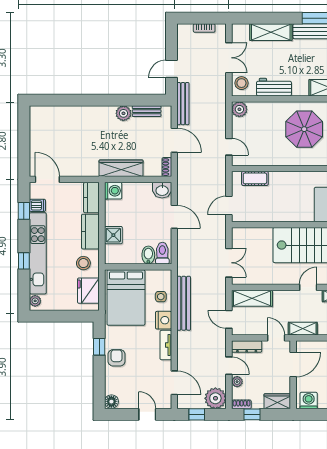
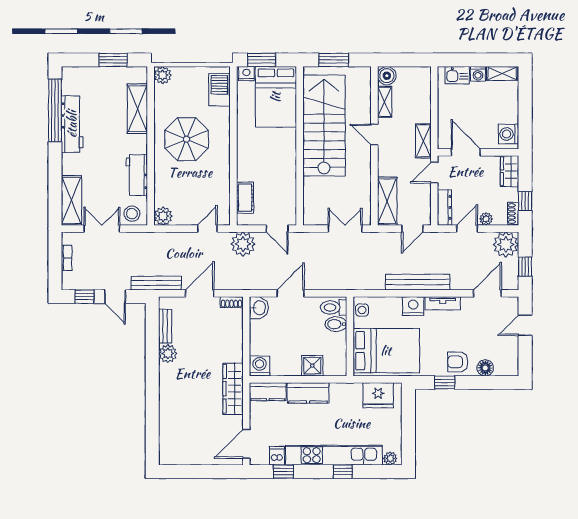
shelving: (271, 32) -> (71, 200), moved
window: (172, 43) -> (85, 297), added
wardrobe: (121, 168) -> (233, 389), moved
plant: (216, 177) -> (243, 244), added
stool: (83, 263) -> (345, 401), removed
side table: (161, 297) -> (362, 310), moved
bench: (184, 303) -> (418, 282), moved
floor lamp: (111, 402) -> (485, 368), moved

